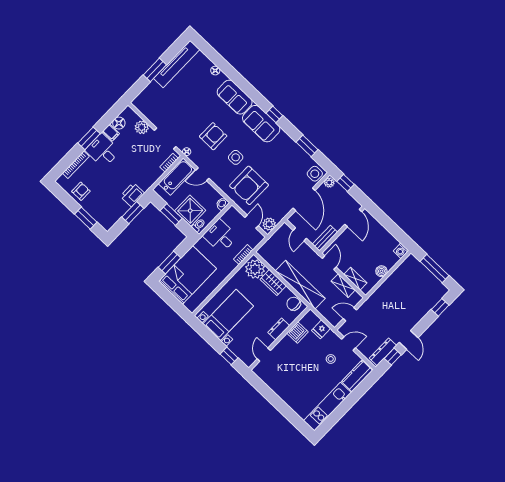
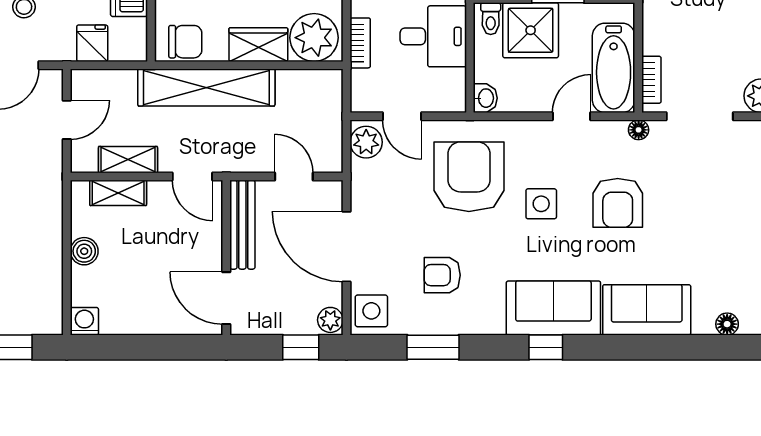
armchair: (284, 164) -> (442, 275), added
bench: (325, 238) -> (242, 225), width x1.36

